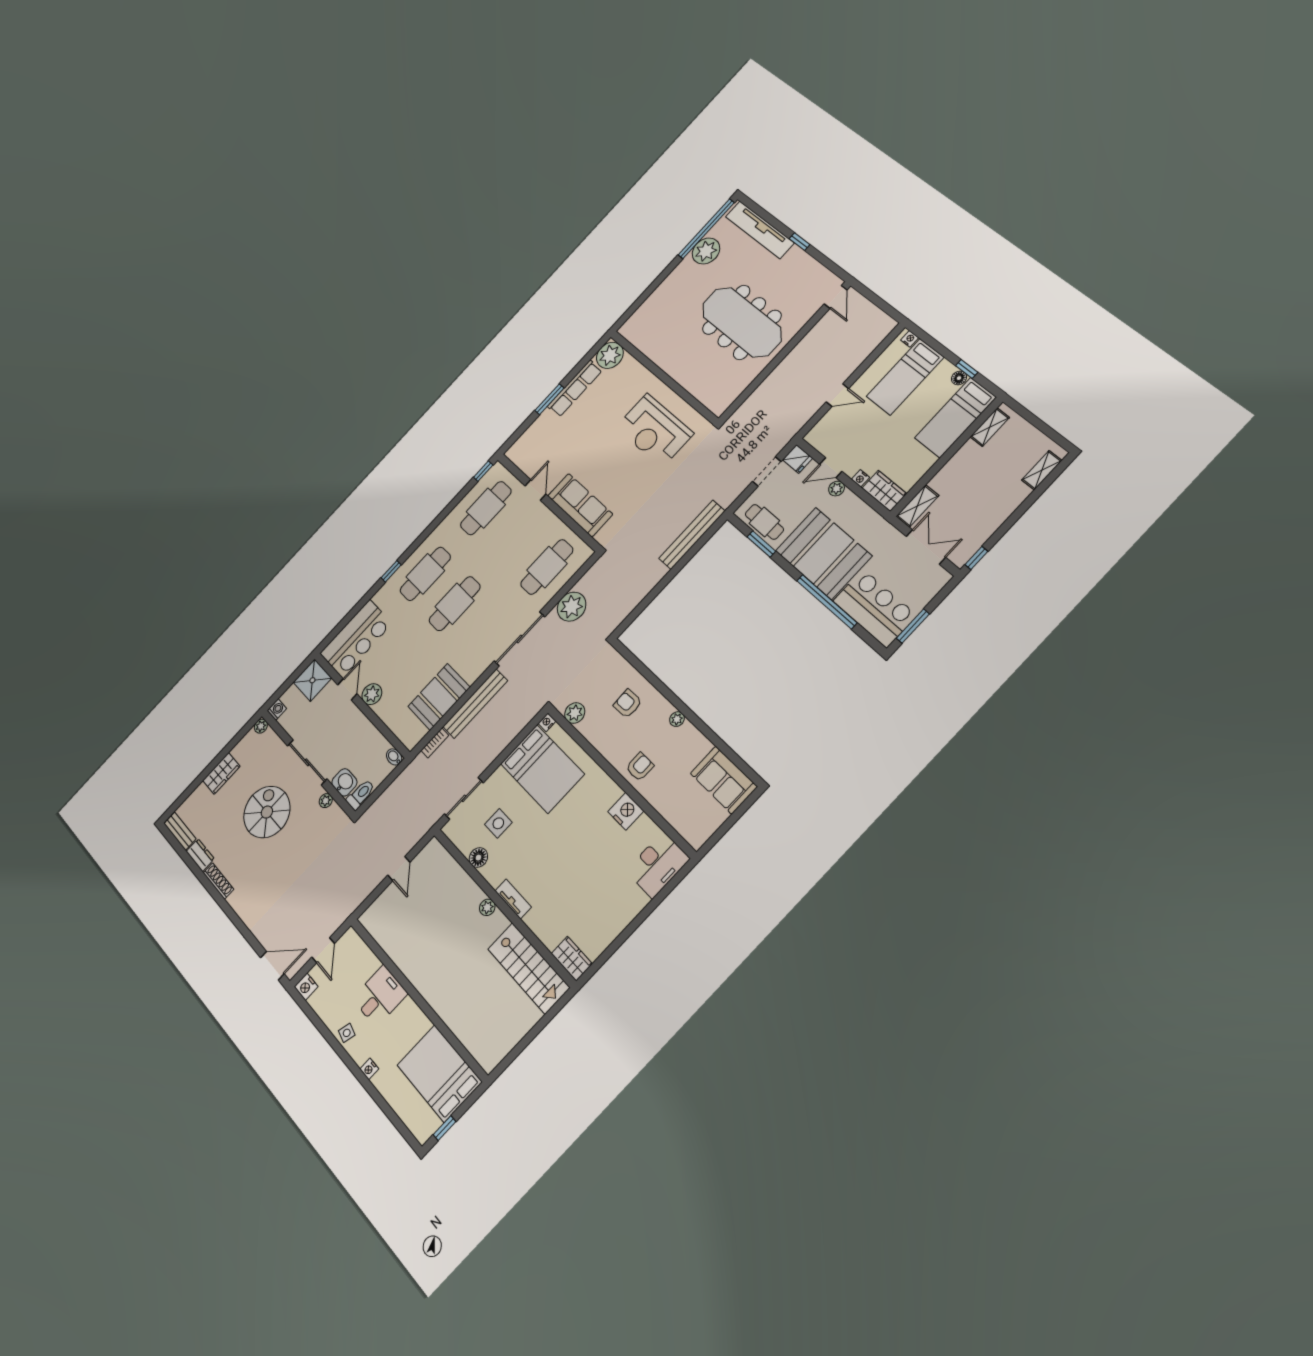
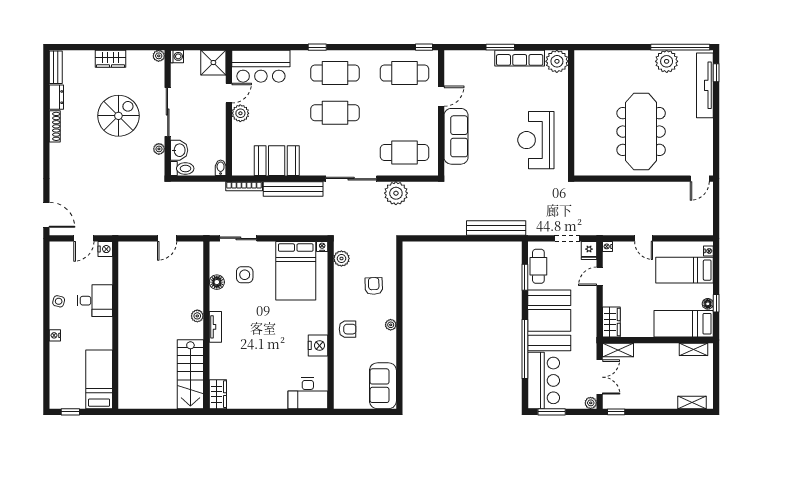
window: (800, 242) -> (716, 73), moved
door: (831, 468) -> (600, 276), hinge flipped
nightstand: (861, 478) -> (607, 246), moved
plant: (837, 489) -> (591, 403), moved
bookcase: (435, 743) -> (244, 186), width x1.56
nightstand: (306, 987) -> (105, 249), moved, turned 180
bed: (439, 1073) -> (99, 379), width x0.67

